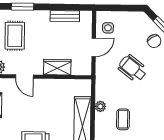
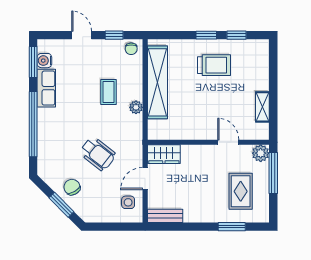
bench: (65, 16) -> (165, 216), moved
wardrobe: (57, 67) -> (164, 154), moved

